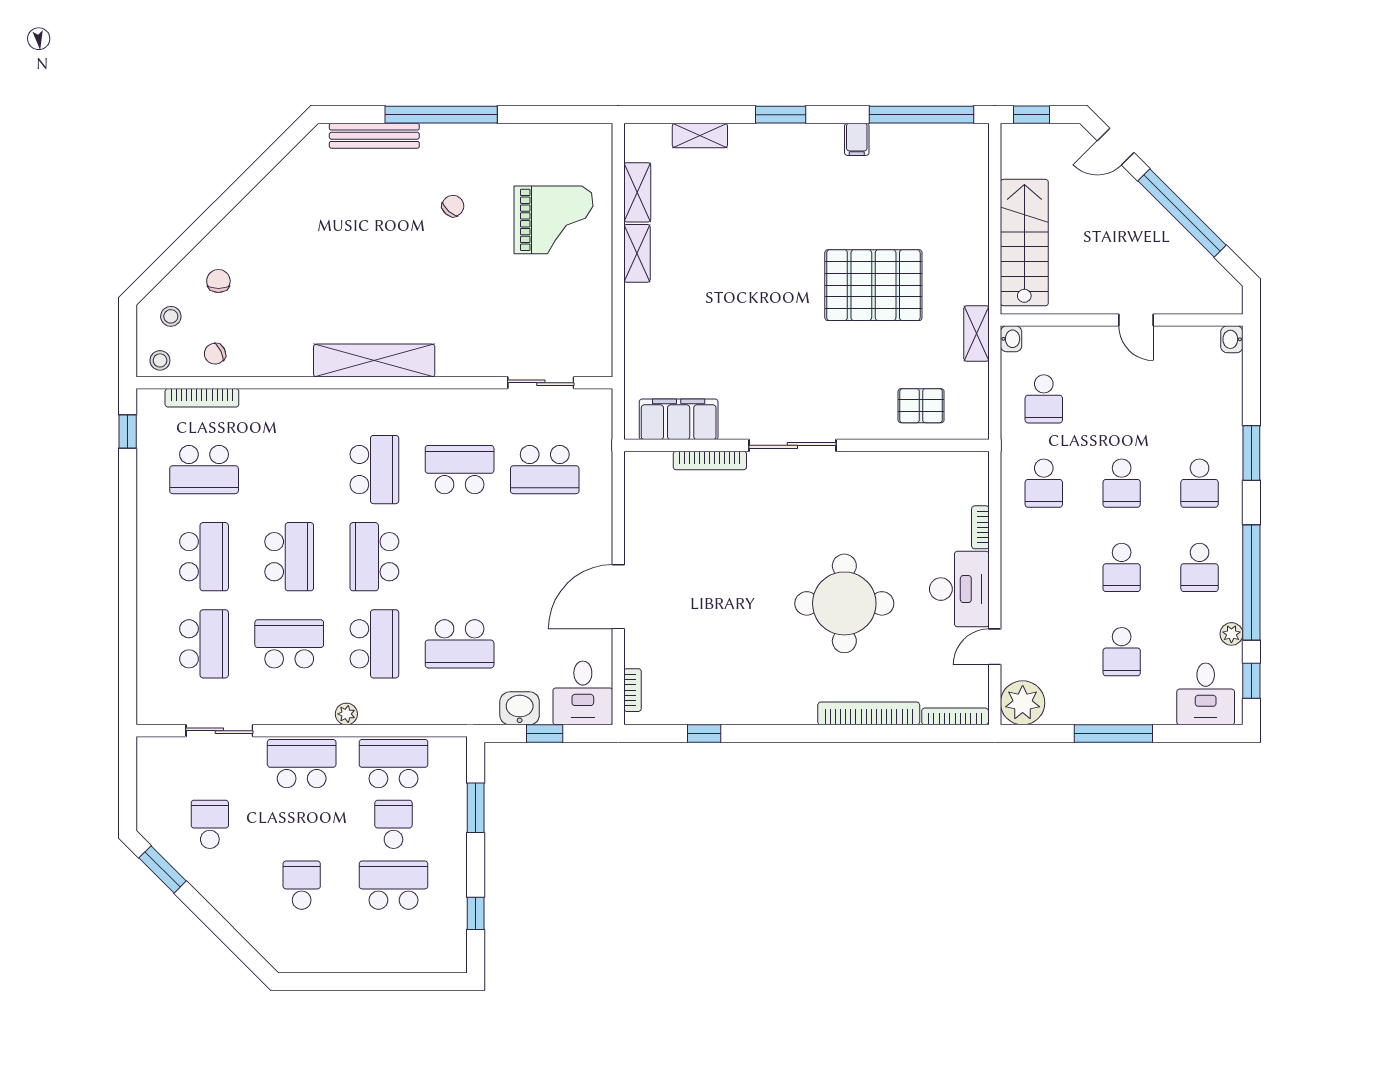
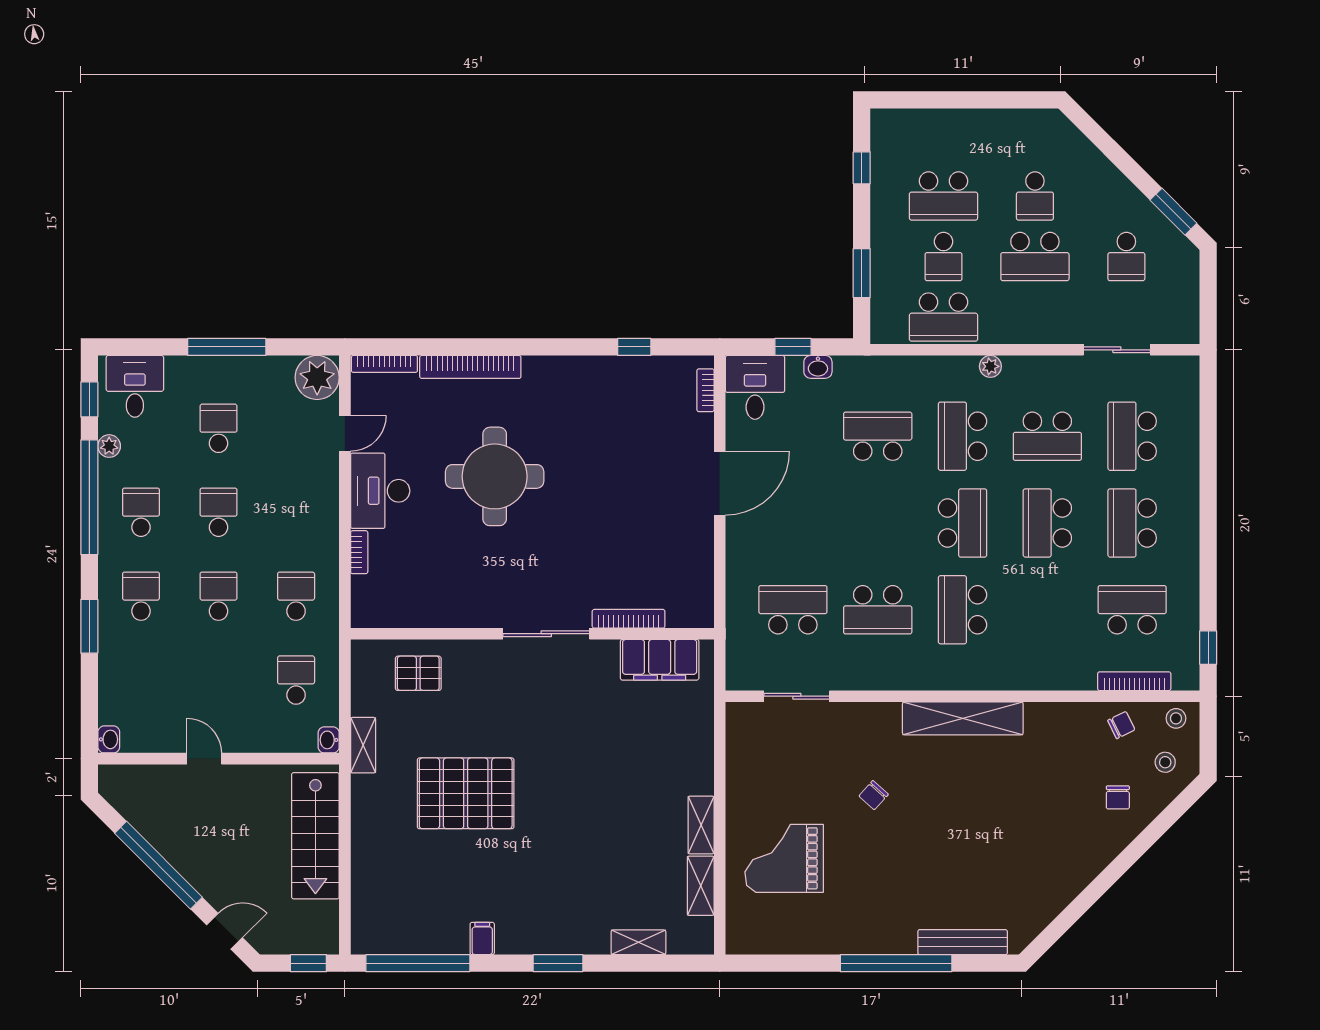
chair: (453, 206) -> (874, 795), moved
washbasin: (520, 708) -> (818, 367), width x0.72, depth x0.69
school desk: (302, 764) -> (1035, 257), moved

